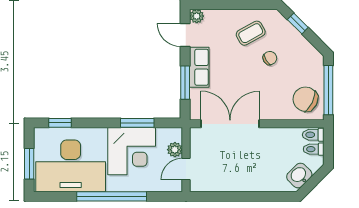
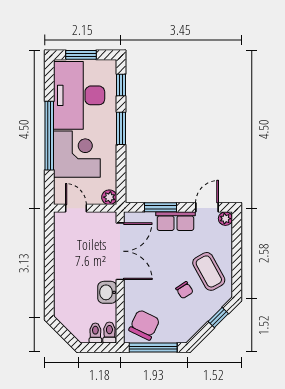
coffee table: (251, 33) -> (209, 271), width x1.36, depth x1.30
window: (137, 123) -> (121, 128), moved
plant: (175, 150) -> (109, 197), moved
corner desk: (132, 151) -> (77, 154), moved, turned 180
washbasin: (299, 176) -> (107, 292), moved, turned -135

